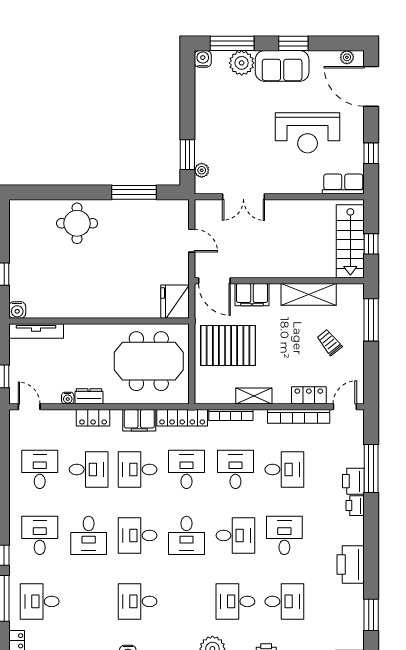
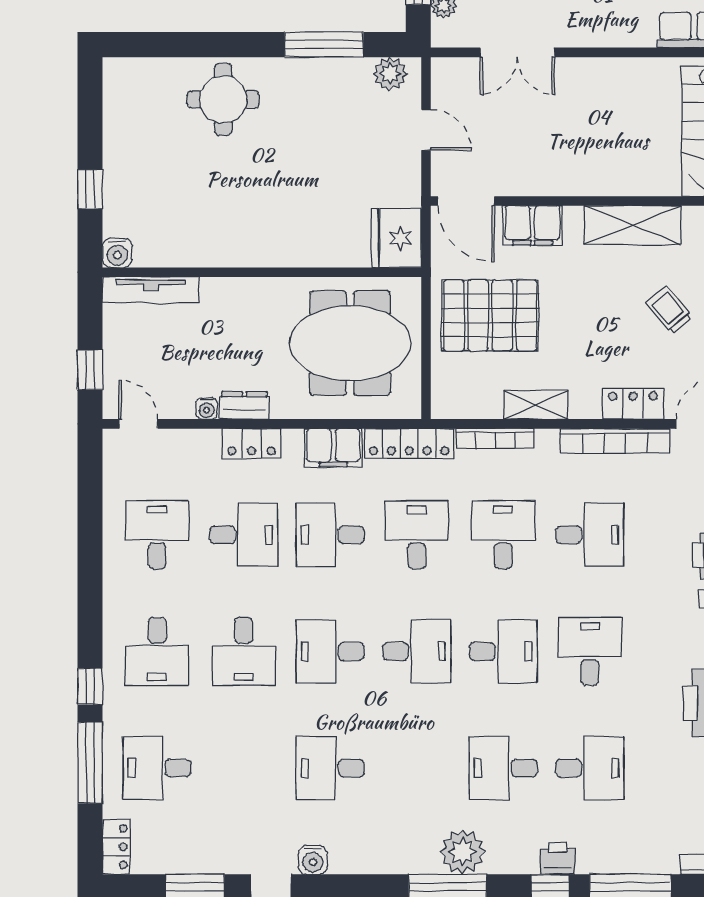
plant: (171, 209) -> (390, 74), added
desk: (40, 535) -> (157, 651), turned 180
desk: (187, 535) -> (417, 651), turned -90

